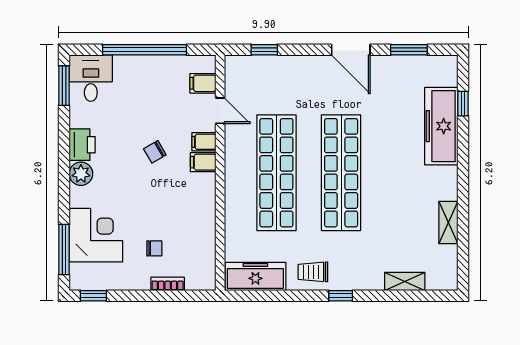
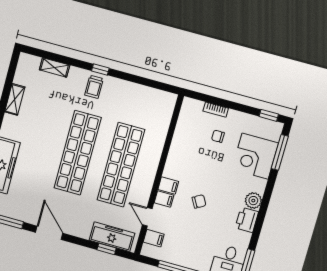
trolley: (313, 272) -> (94, 87), moved, turned 90
freezer: (255, 276) -> (112, 237), moved, turned 180

